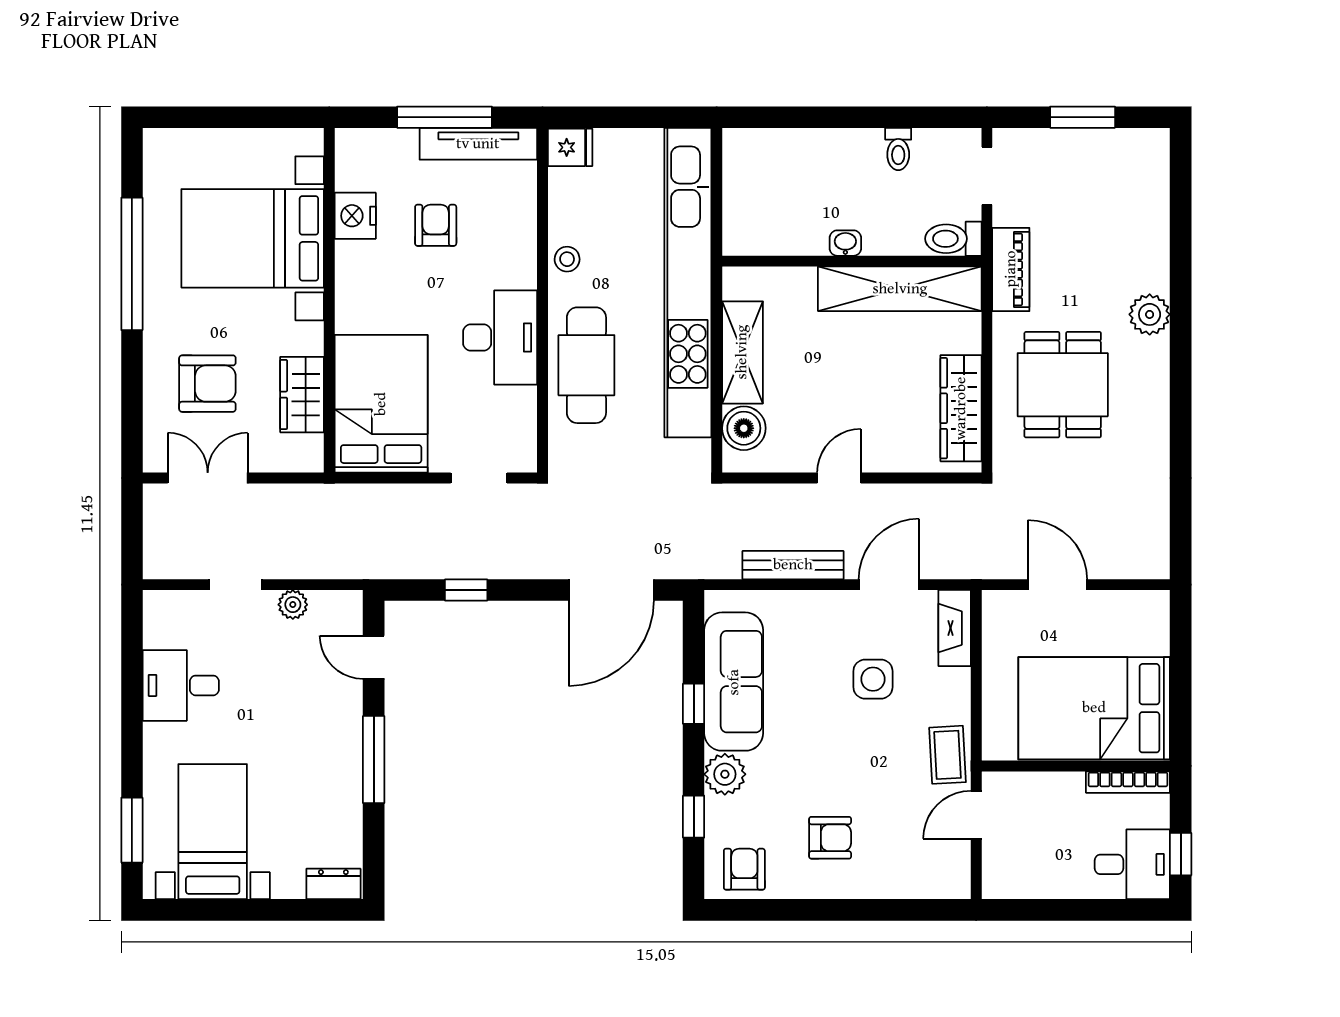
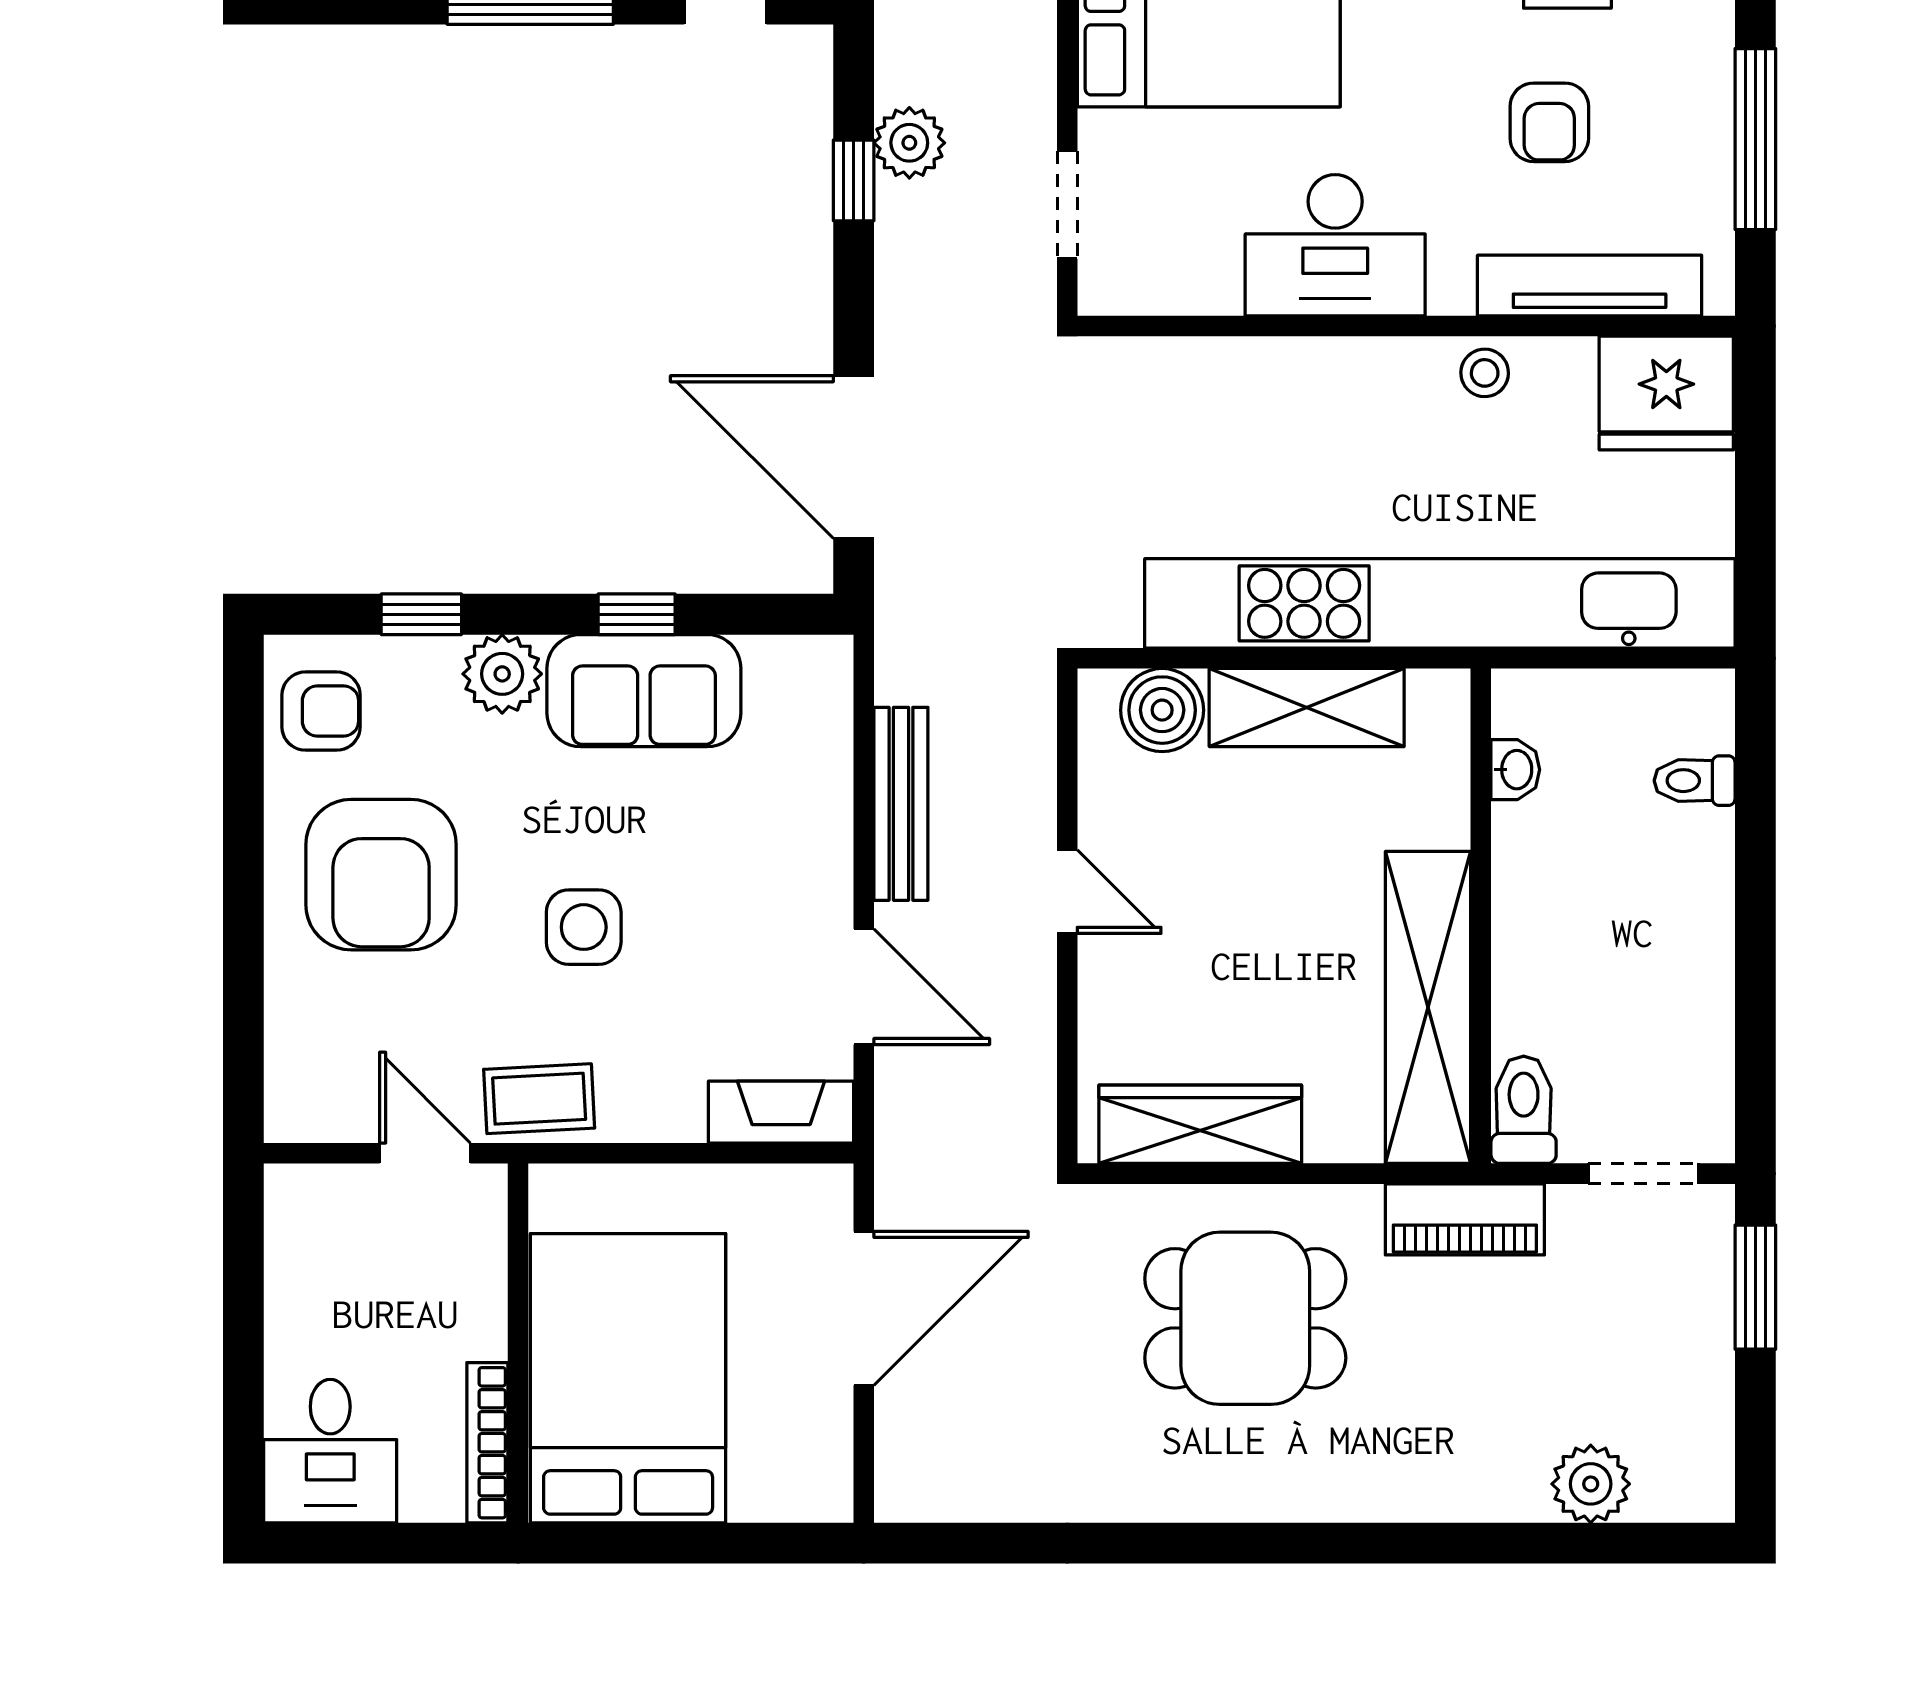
window: (1083, 117) -> (1755, 1287), moved
tv unit: (478, 144) -> (1590, 286), moved, turned 90
fridge: (570, 147) -> (1666, 393), width x1.88, depth x1.34
toilet: (898, 149) -> (1695, 781), moved
armchair: (436, 225) -> (1549, 122), turned 90
washbasin: (845, 243) -> (1515, 770), moved
plant: (1150, 314) -> (1591, 1484), moved
cafe table: (586, 365) -> (1282, 410), removed
plant: (446, 561) -> (909, 143), added
door: (1057, 585) -> (864, 1308), width x1.36
side table: (873, 679) -> (584, 927), moved
sofa: (734, 682) -> (644, 691), width x0.73
armchair: (830, 838) -> (381, 875), width x1.88, depth x1.88
window: (1181, 854) -> (350, 1543), removed

